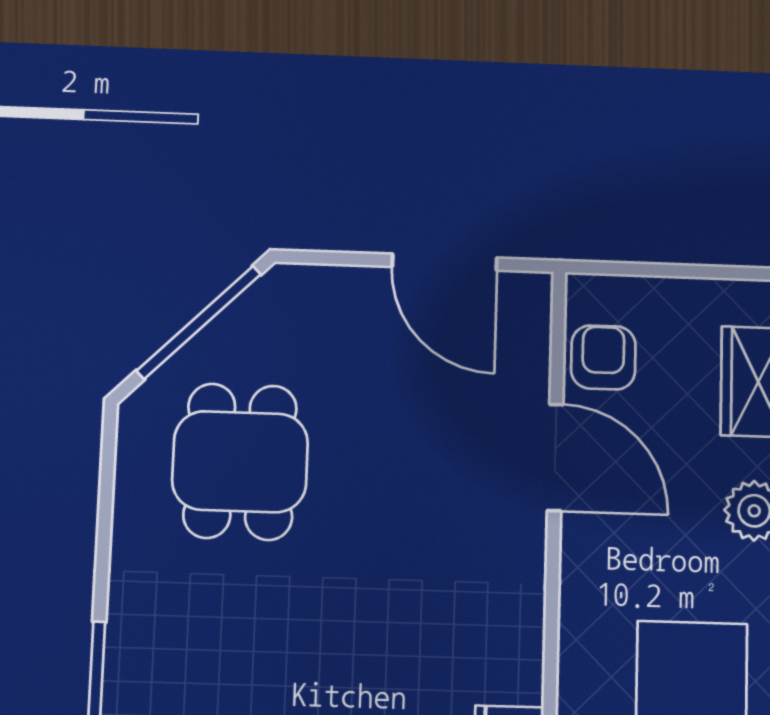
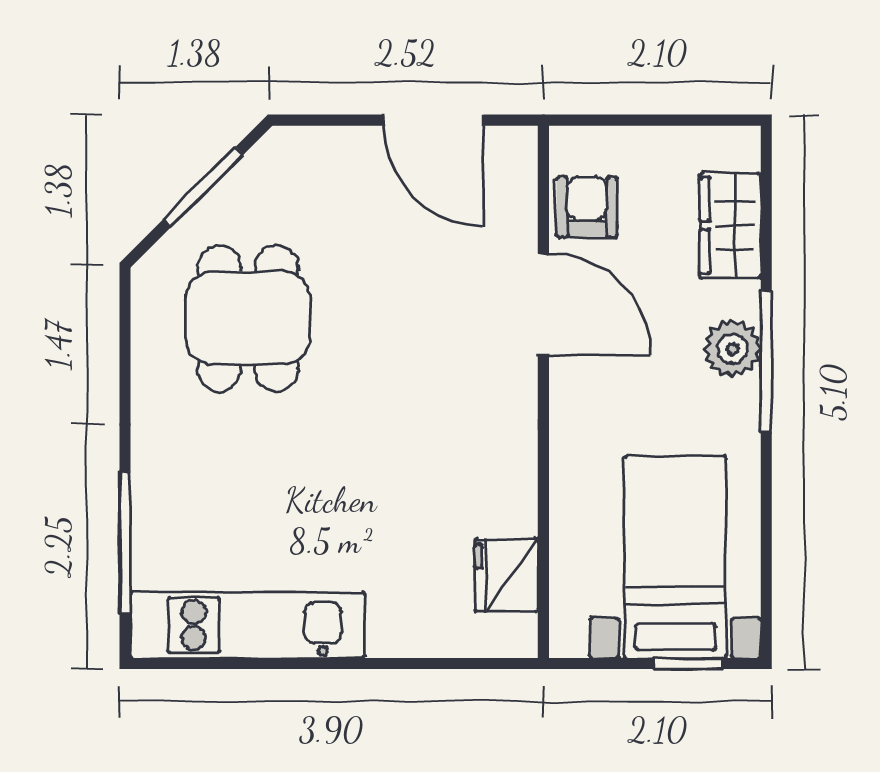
window: (199, 322) -> (203, 187), width x0.69

